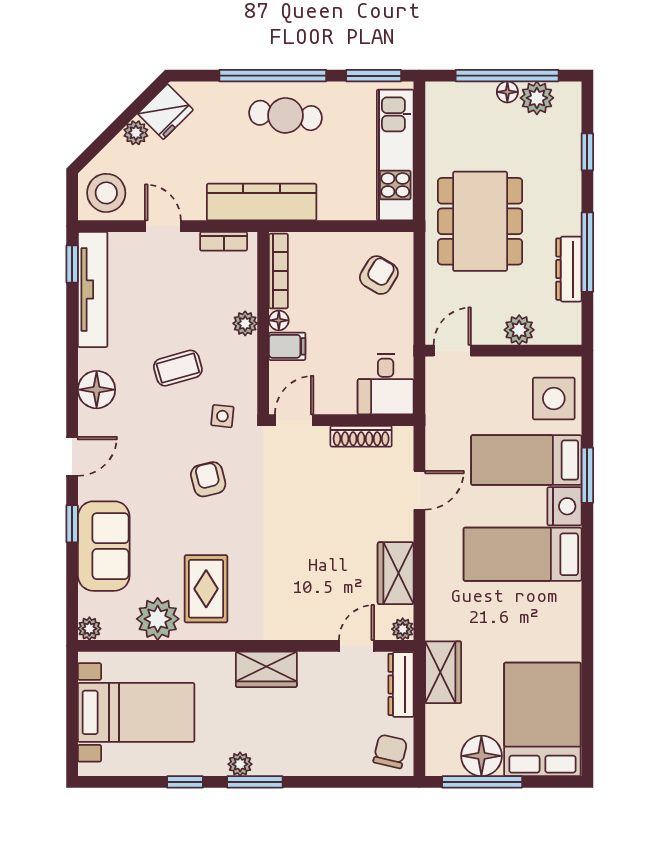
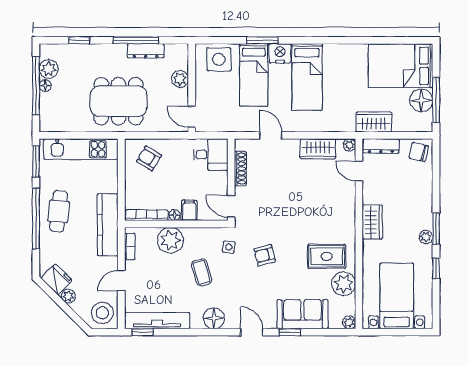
plant: (245, 323) -> (170, 240), width x1.87, depth x1.87

